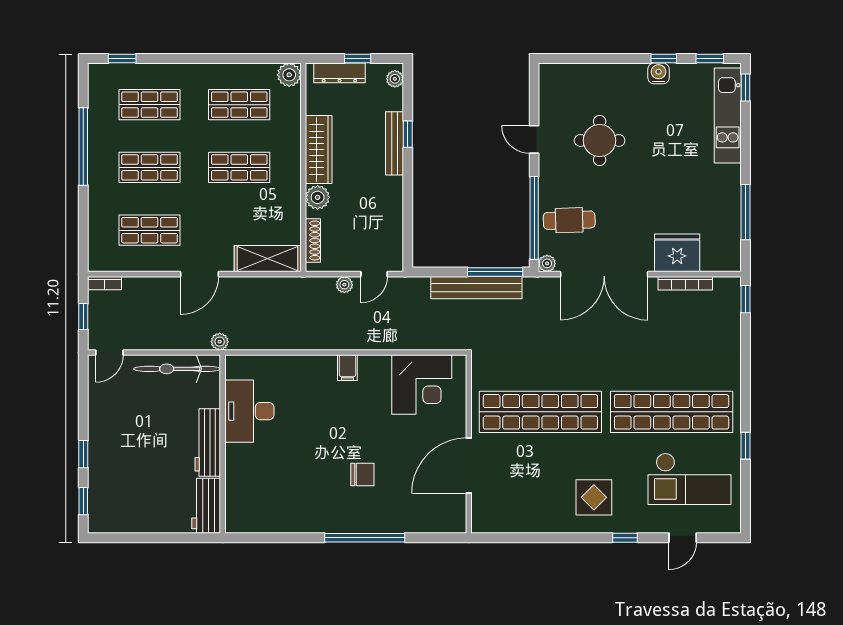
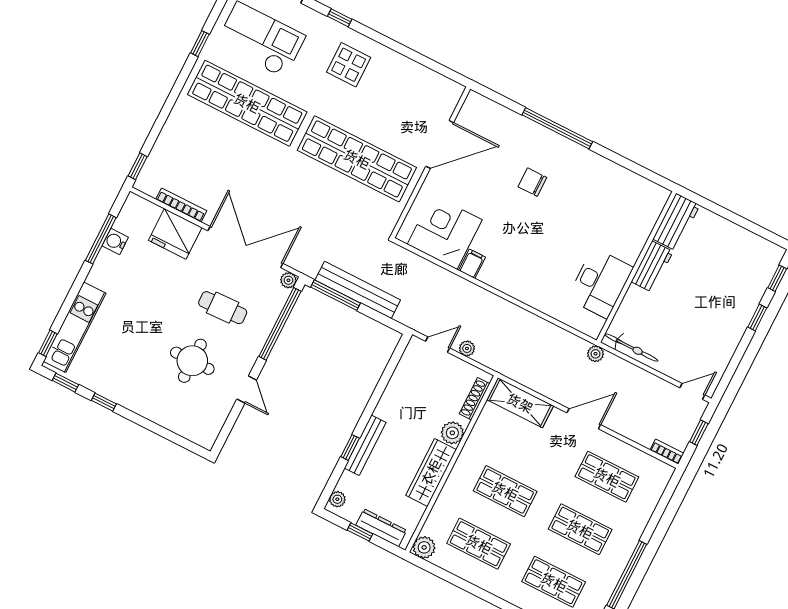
water cooler: (659, 73) -> (115, 241), moved, turned 90
cafe table: (569, 220) -> (223, 308), moved
filing cabinet: (347, 368) -> (472, 264), moved
bicycle: (177, 369) -> (631, 347), width x0.73, depth x0.71
workbench: (208, 443) -> (652, 267), width x0.73

